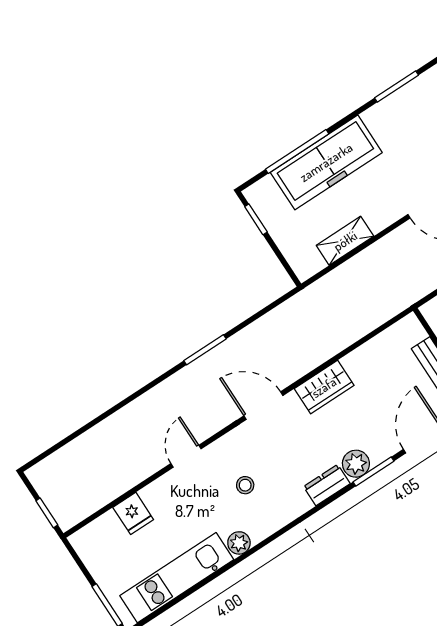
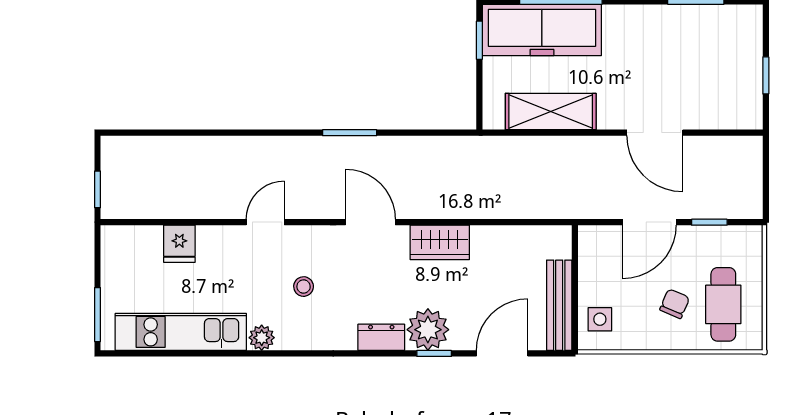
freezer: (326, 162) -> (542, 30), moved
shelving: (345, 241) -> (551, 112), width x1.50, depth x1.33
plant: (356, 464) -> (428, 330), width x1.36, depth x1.36
window: (373, 471) -> (434, 353), width x0.67

